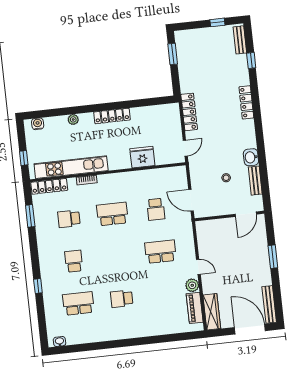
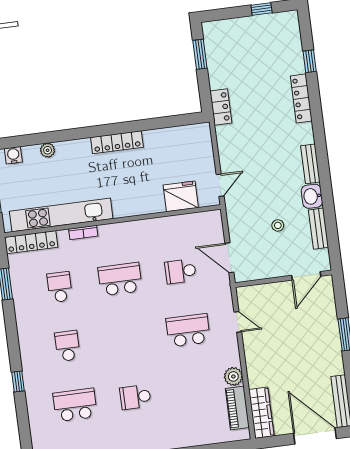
bench: (240, 40) -> (310, 164), moved
locker: (246, 102) -> (301, 98), moved
locker: (189, 112) -> (221, 107), moved, width x0.66
plant: (73, 119) -> (48, 150), moved
fridge: (142, 157) -> (181, 196), moved
school desk: (156, 209) -> (180, 271), turned 90
school desk: (69, 219) -> (60, 287), turned 90
door: (198, 267) -> (238, 322), moved

